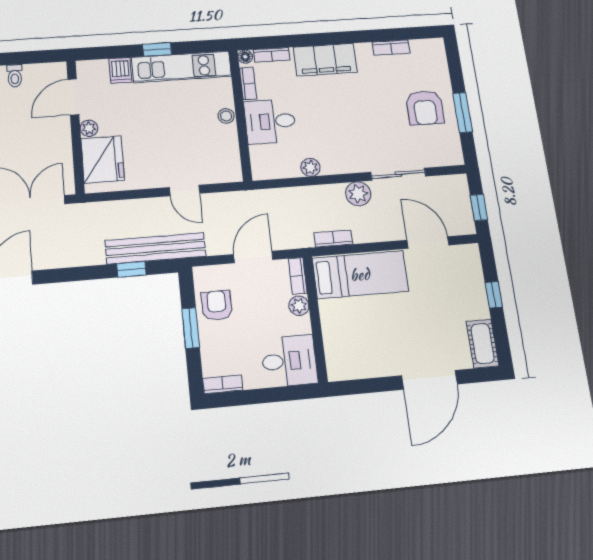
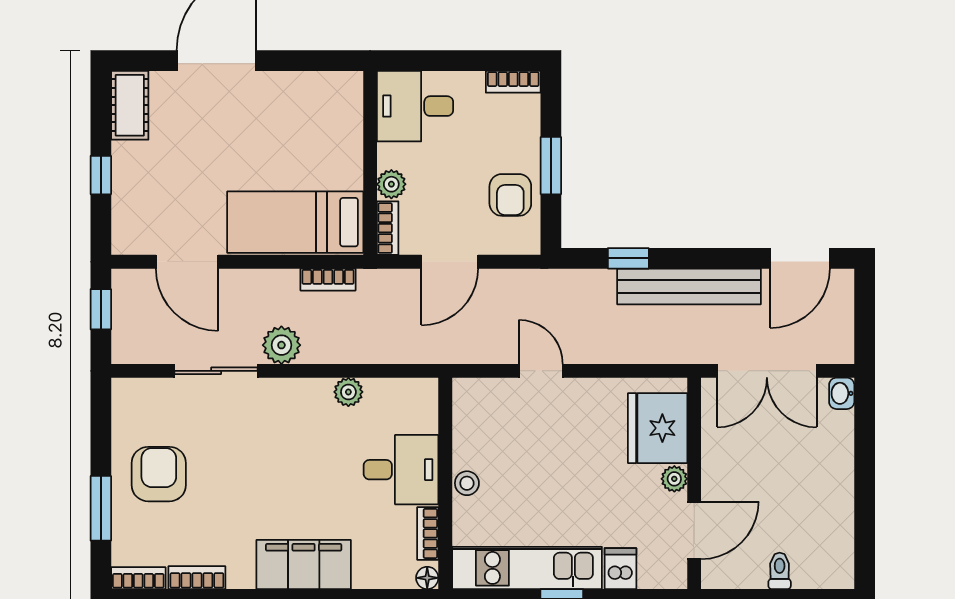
bookcase: (272, 55) -> (138, 578), moved
window: (463, 112) -> (101, 508), moved
bench: (156, 248) -> (689, 286), moved

